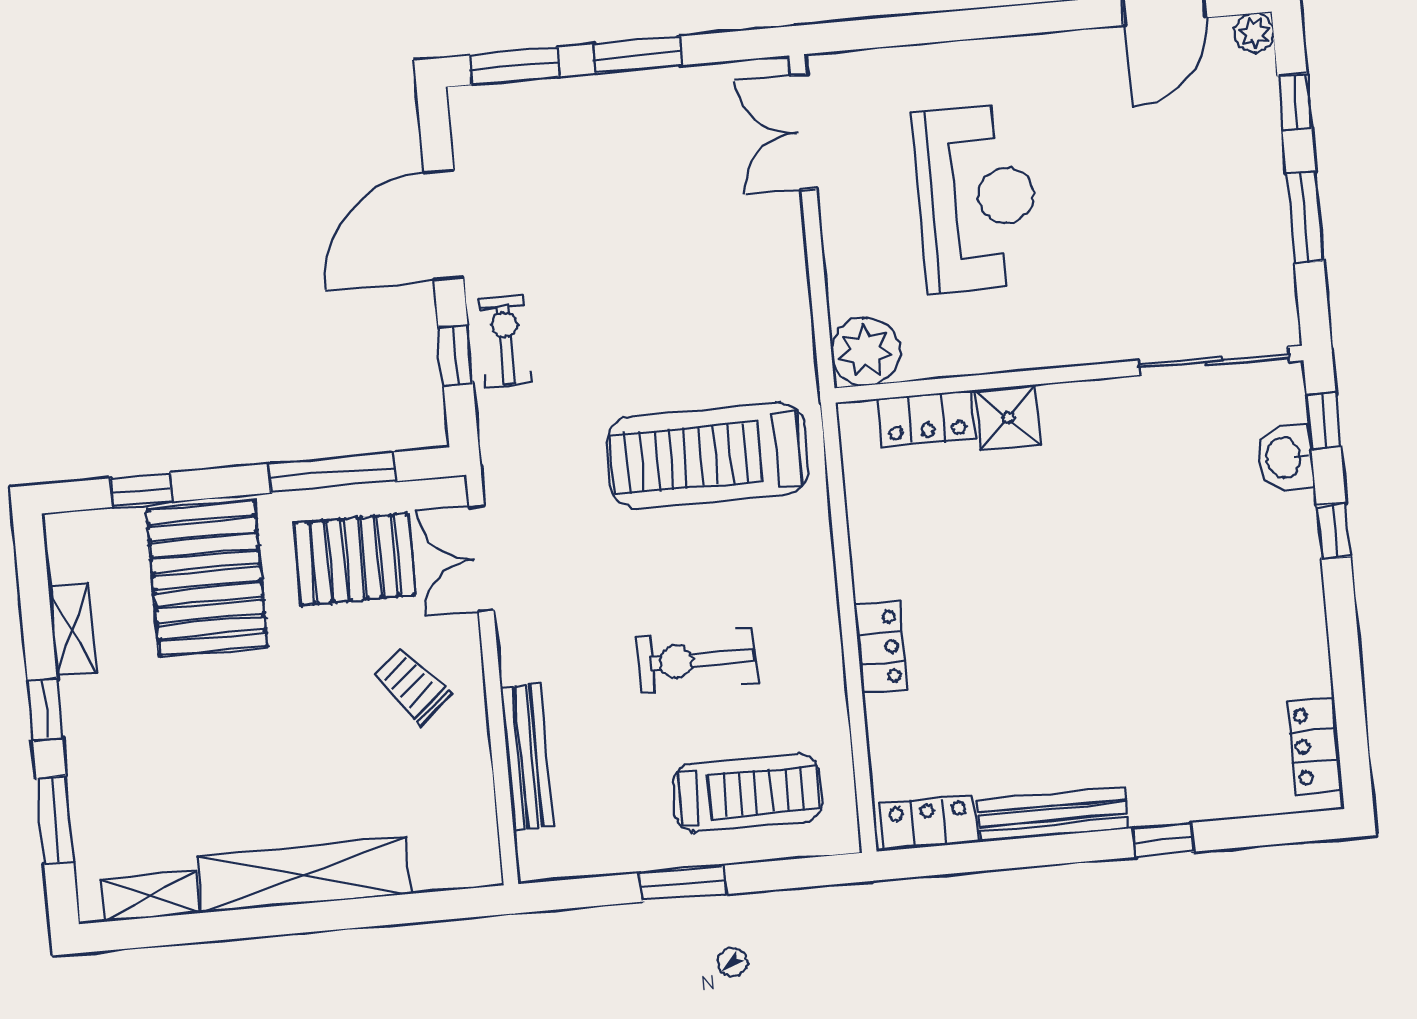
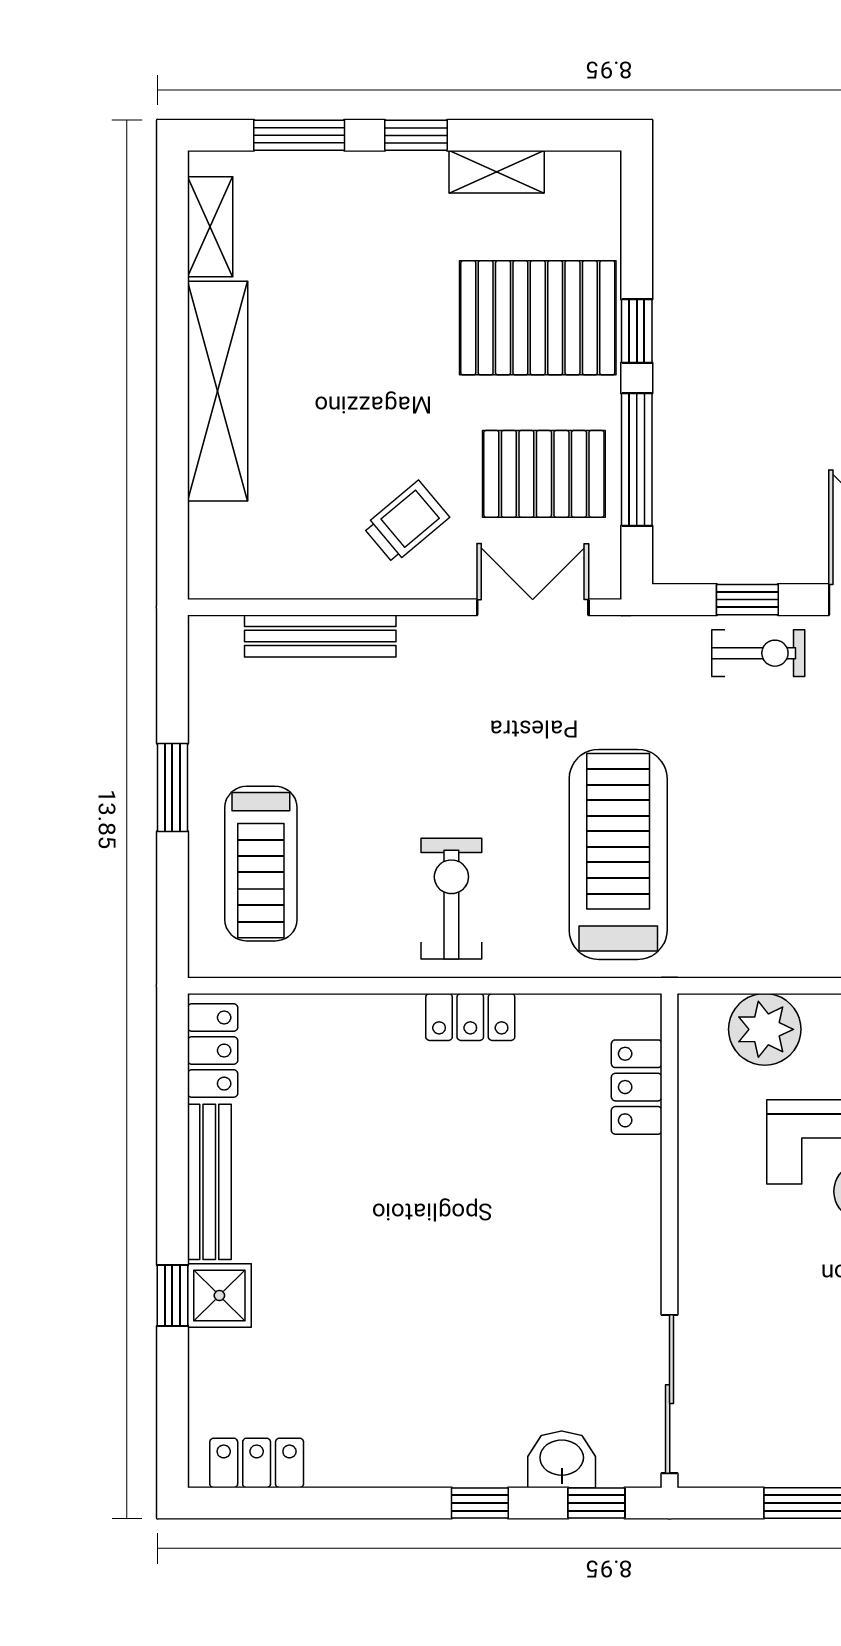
plant: (865, 351) -> (765, 1029), moved
shower: (1008, 417) -> (219, 1296), moved
window: (142, 490) -> (637, 331), moved
pallet: (354, 559) -> (544, 474), turned 90
locker: (880, 647) -> (470, 1017), moved
exercise bike: (697, 660) -> (451, 899), moved

